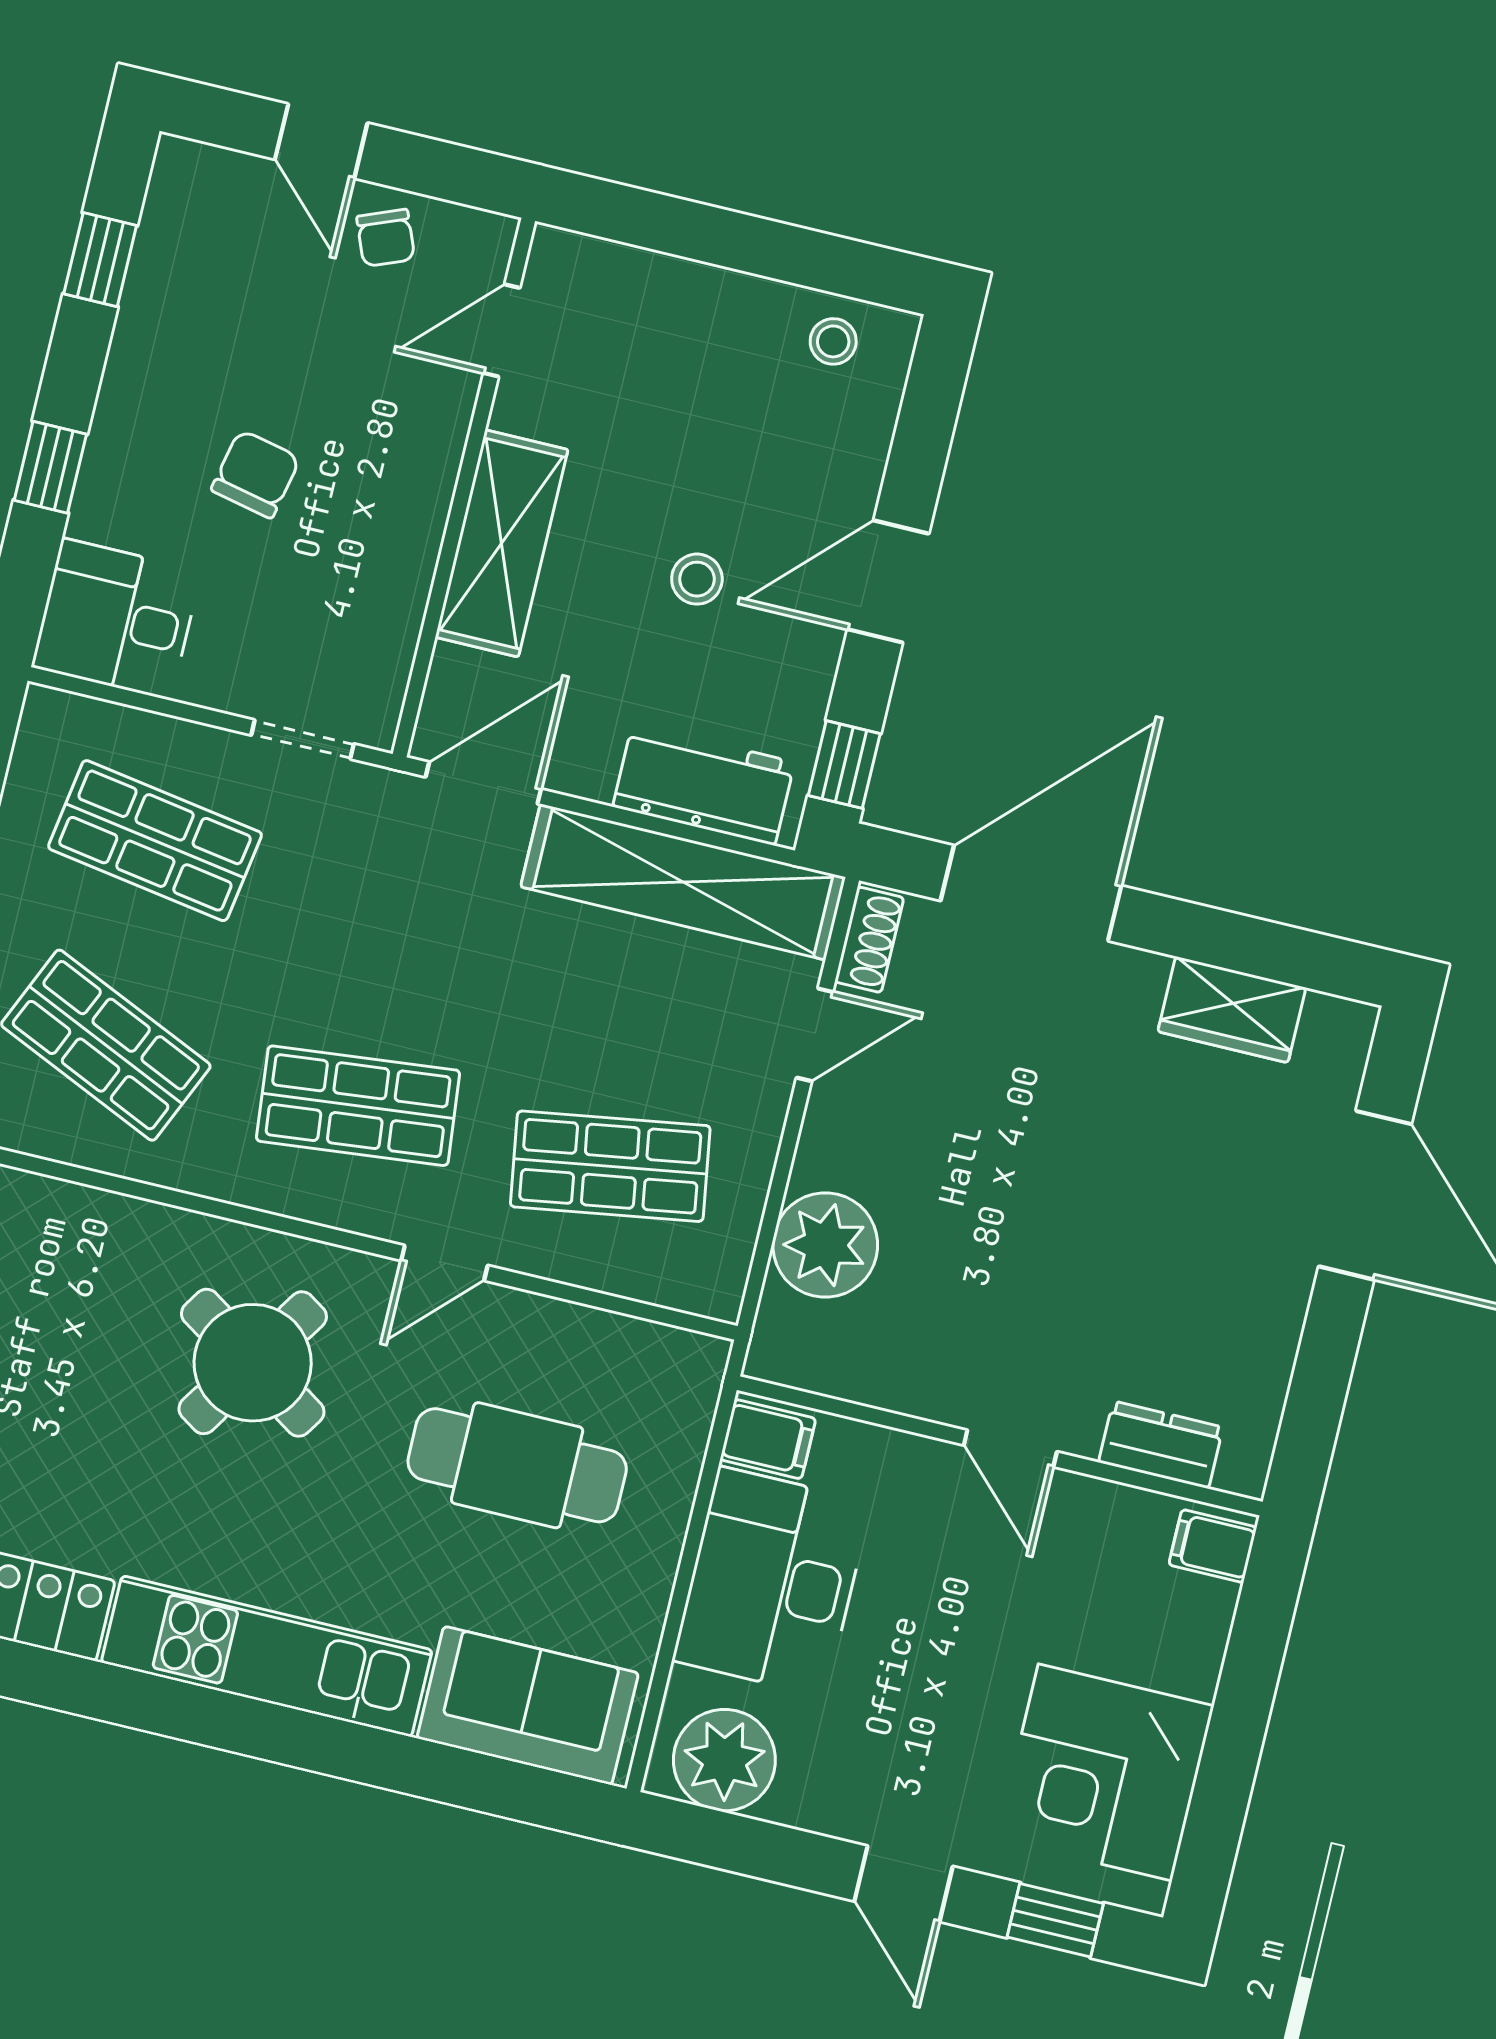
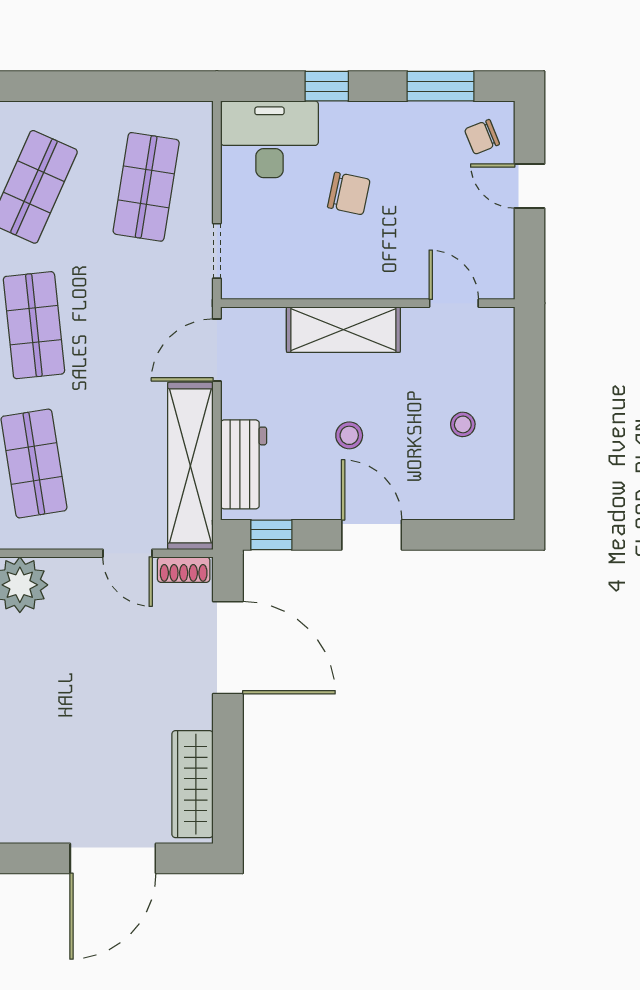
door: (321, 141) -> (530, 186), hinge flipped
chair: (386, 238) -> (482, 137), moved
window: (100, 260) -> (441, 86), width x1.50
stool: (833, 341) -> (463, 424), moved
desk: (116, 619) -> (269, 139), width x1.37
door: (483, 783) -> (217, 350), swing flipped
wardrobe: (1232, 1010) -> (193, 784), width x1.50

